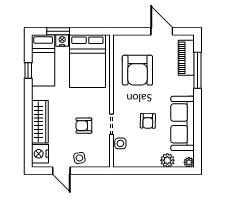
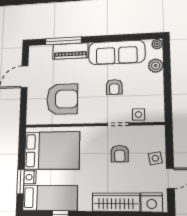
piano: (186, 58) -> (70, 51), moved
armchair: (148, 121) -> (114, 87), turned 89

